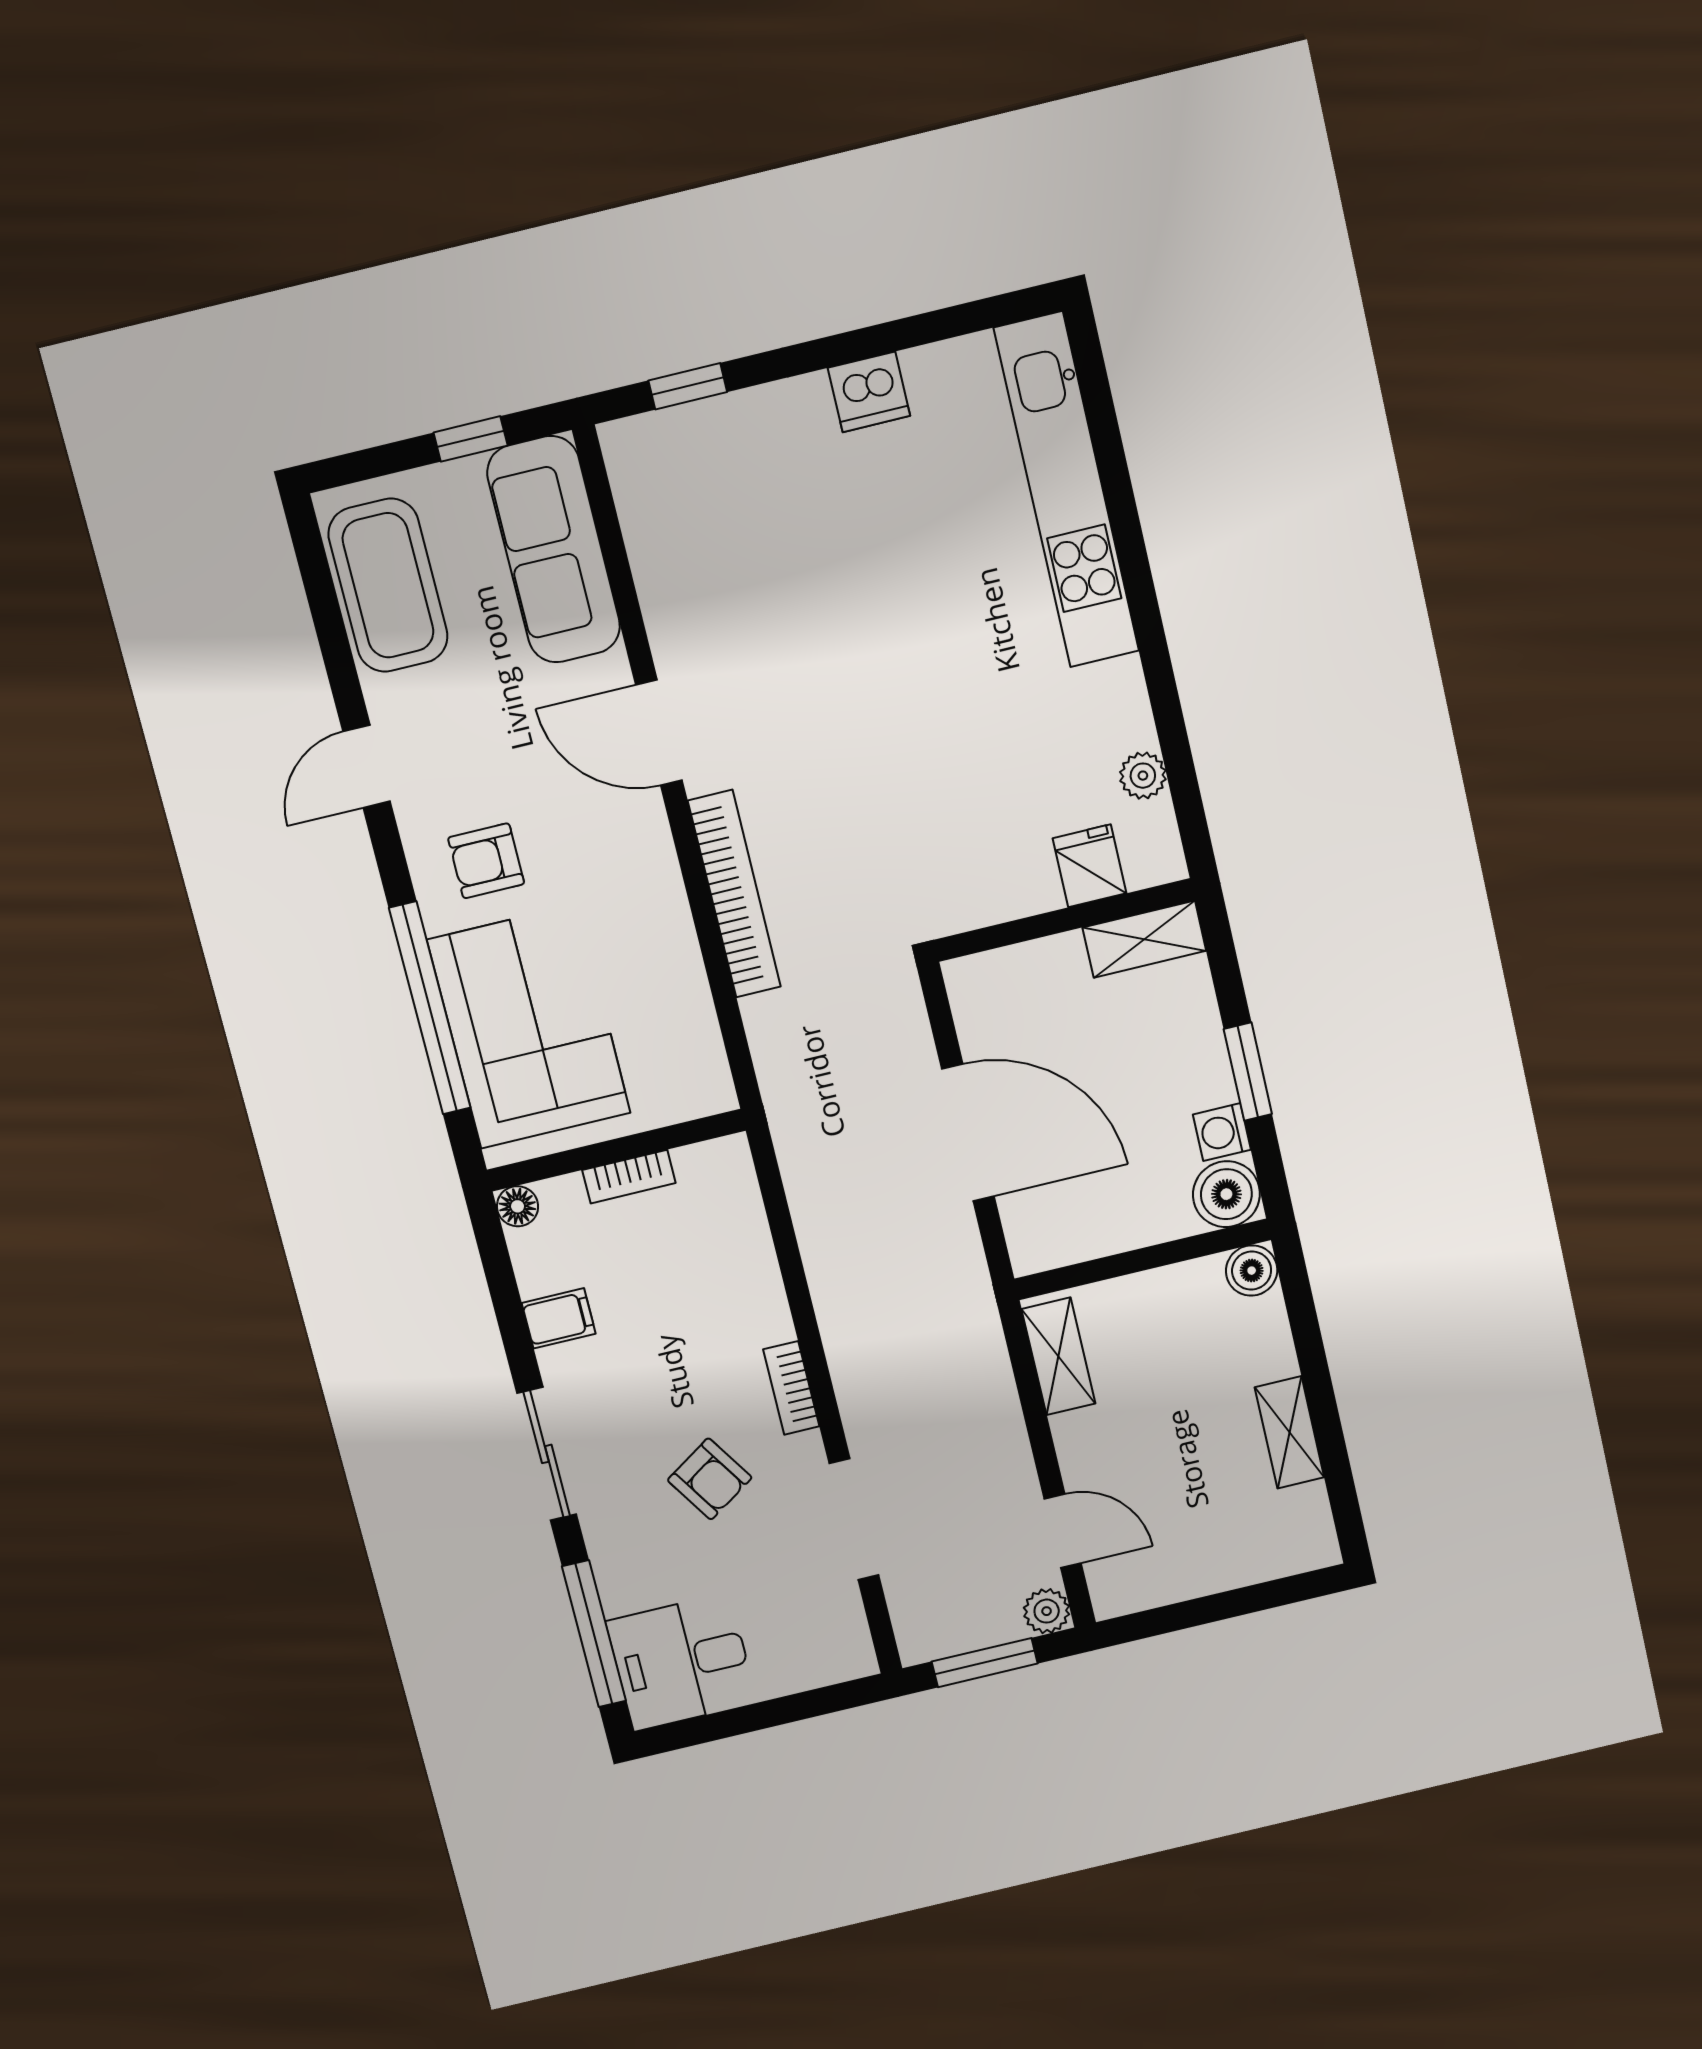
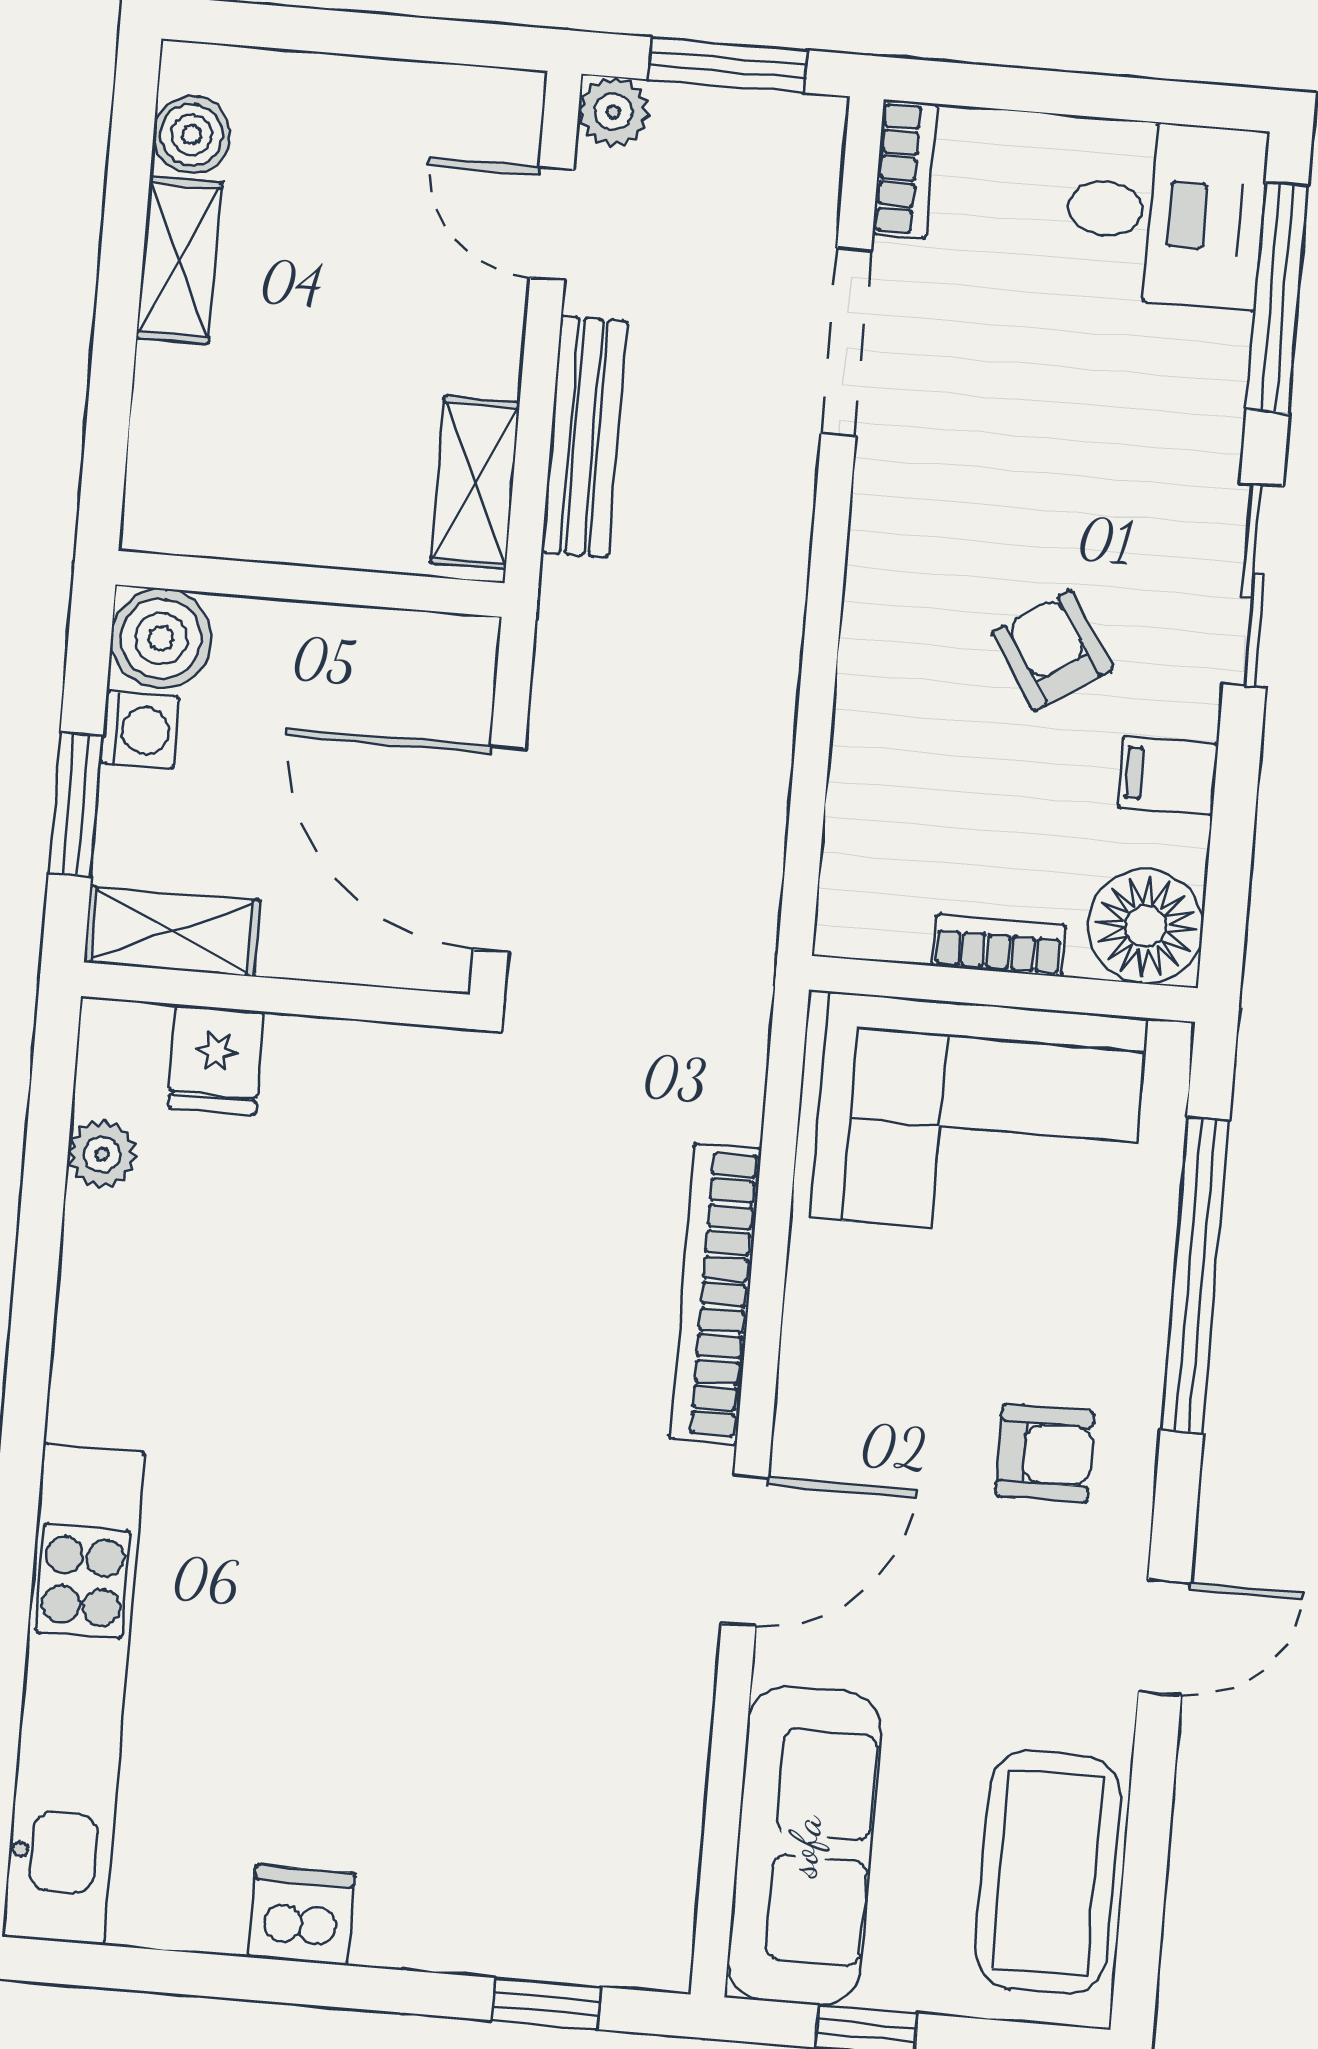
door: (659, 733) -> (745, 1550), hinge flipped
plant: (1143, 776) -> (102, 1154), moved
fridge: (1089, 866) -> (216, 1060), moved
wall: (1064, 920) -> (275, 995), moved
shelving: (1144, 939) -> (172, 931), moved
corner sofa: (529, 1027) -> (979, 1118), moved, turned -90
floor lamp: (518, 1206) -> (1146, 926), width x1.89, depth x1.89
boiler: (1252, 1271) -> (192, 135), moved
bookcase: (791, 1388) -> (905, 169), moved
bench: (999, 1407) -> (584, 437), added
armchair: (710, 1479) -> (1052, 651), moved

